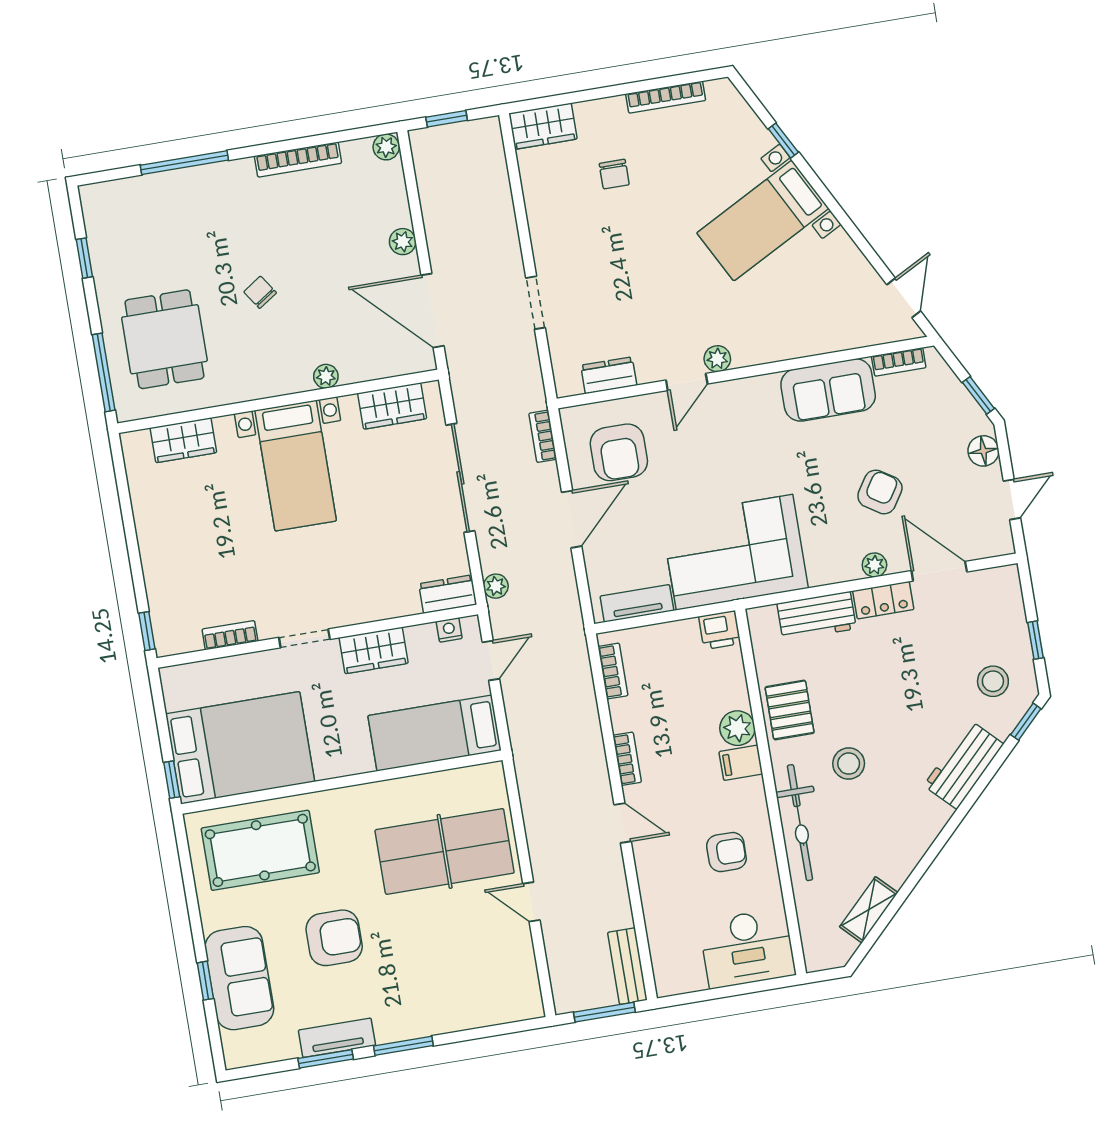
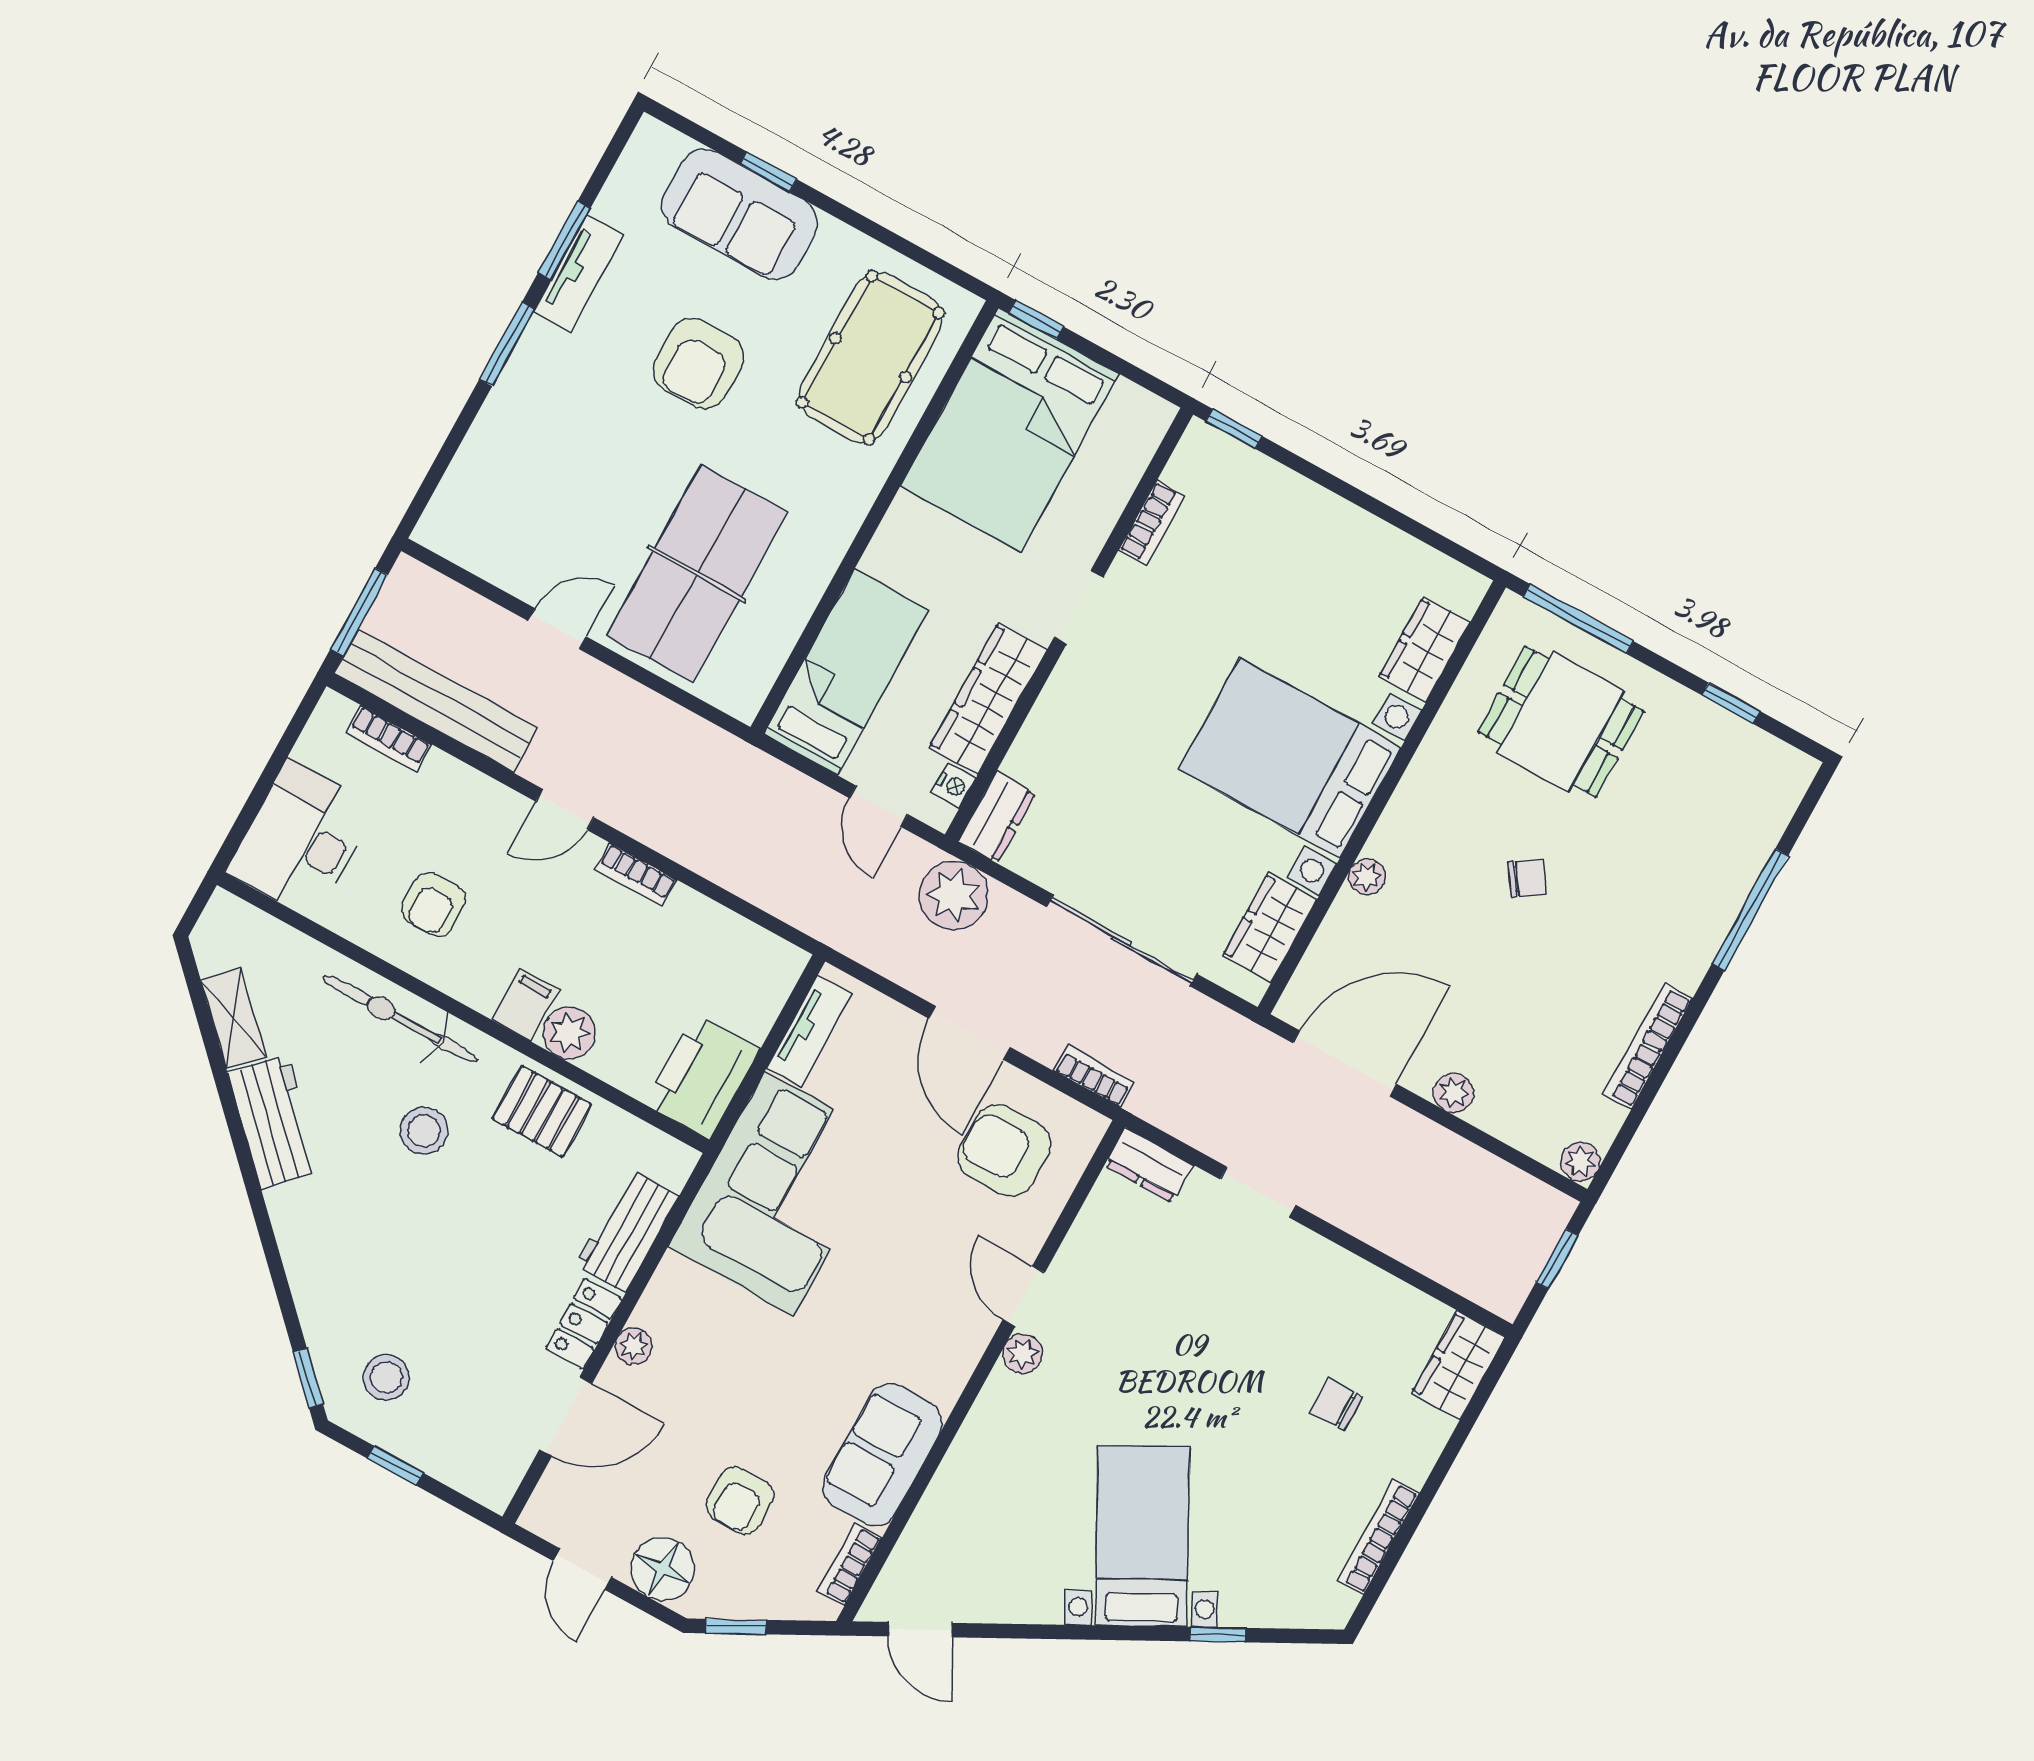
dresser: (609, 375) -> (1149, 1165), moved, turned 90
floor lamp: (983, 451) -> (663, 1569), width x1.38, depth x1.38
bed with nightstands: (296, 466) -> (1290, 758), width x1.36
armchair: (880, 492) -> (740, 1500), moved, turned 57
plant: (496, 586) -> (954, 895), width x1.87, depth x1.87
printer: (720, 630) -> (702, 1076), width x1.87, depth x1.48
wardrobe: (374, 650) -> (988, 698), width x1.50
bookcase: (613, 671) -> (388, 739), moved
workbench: (964, 765) -> (274, 1122), moved
bench: (627, 966) -> (436, 701), width x1.86, depth x1.21

